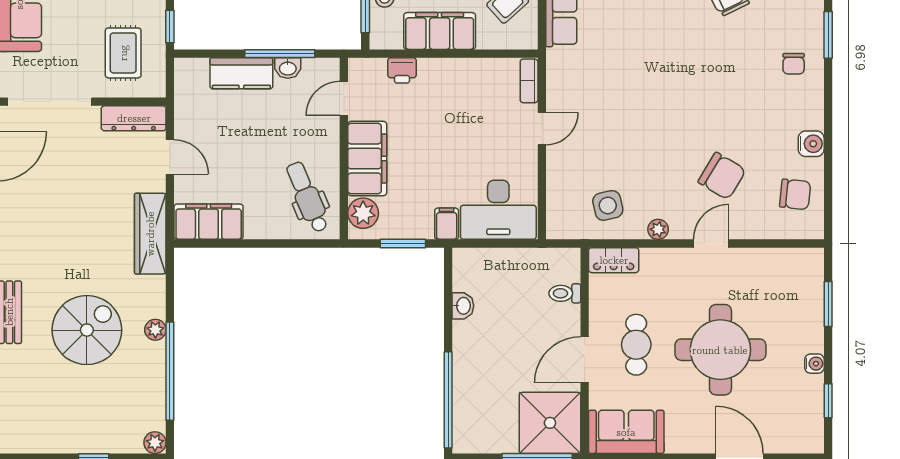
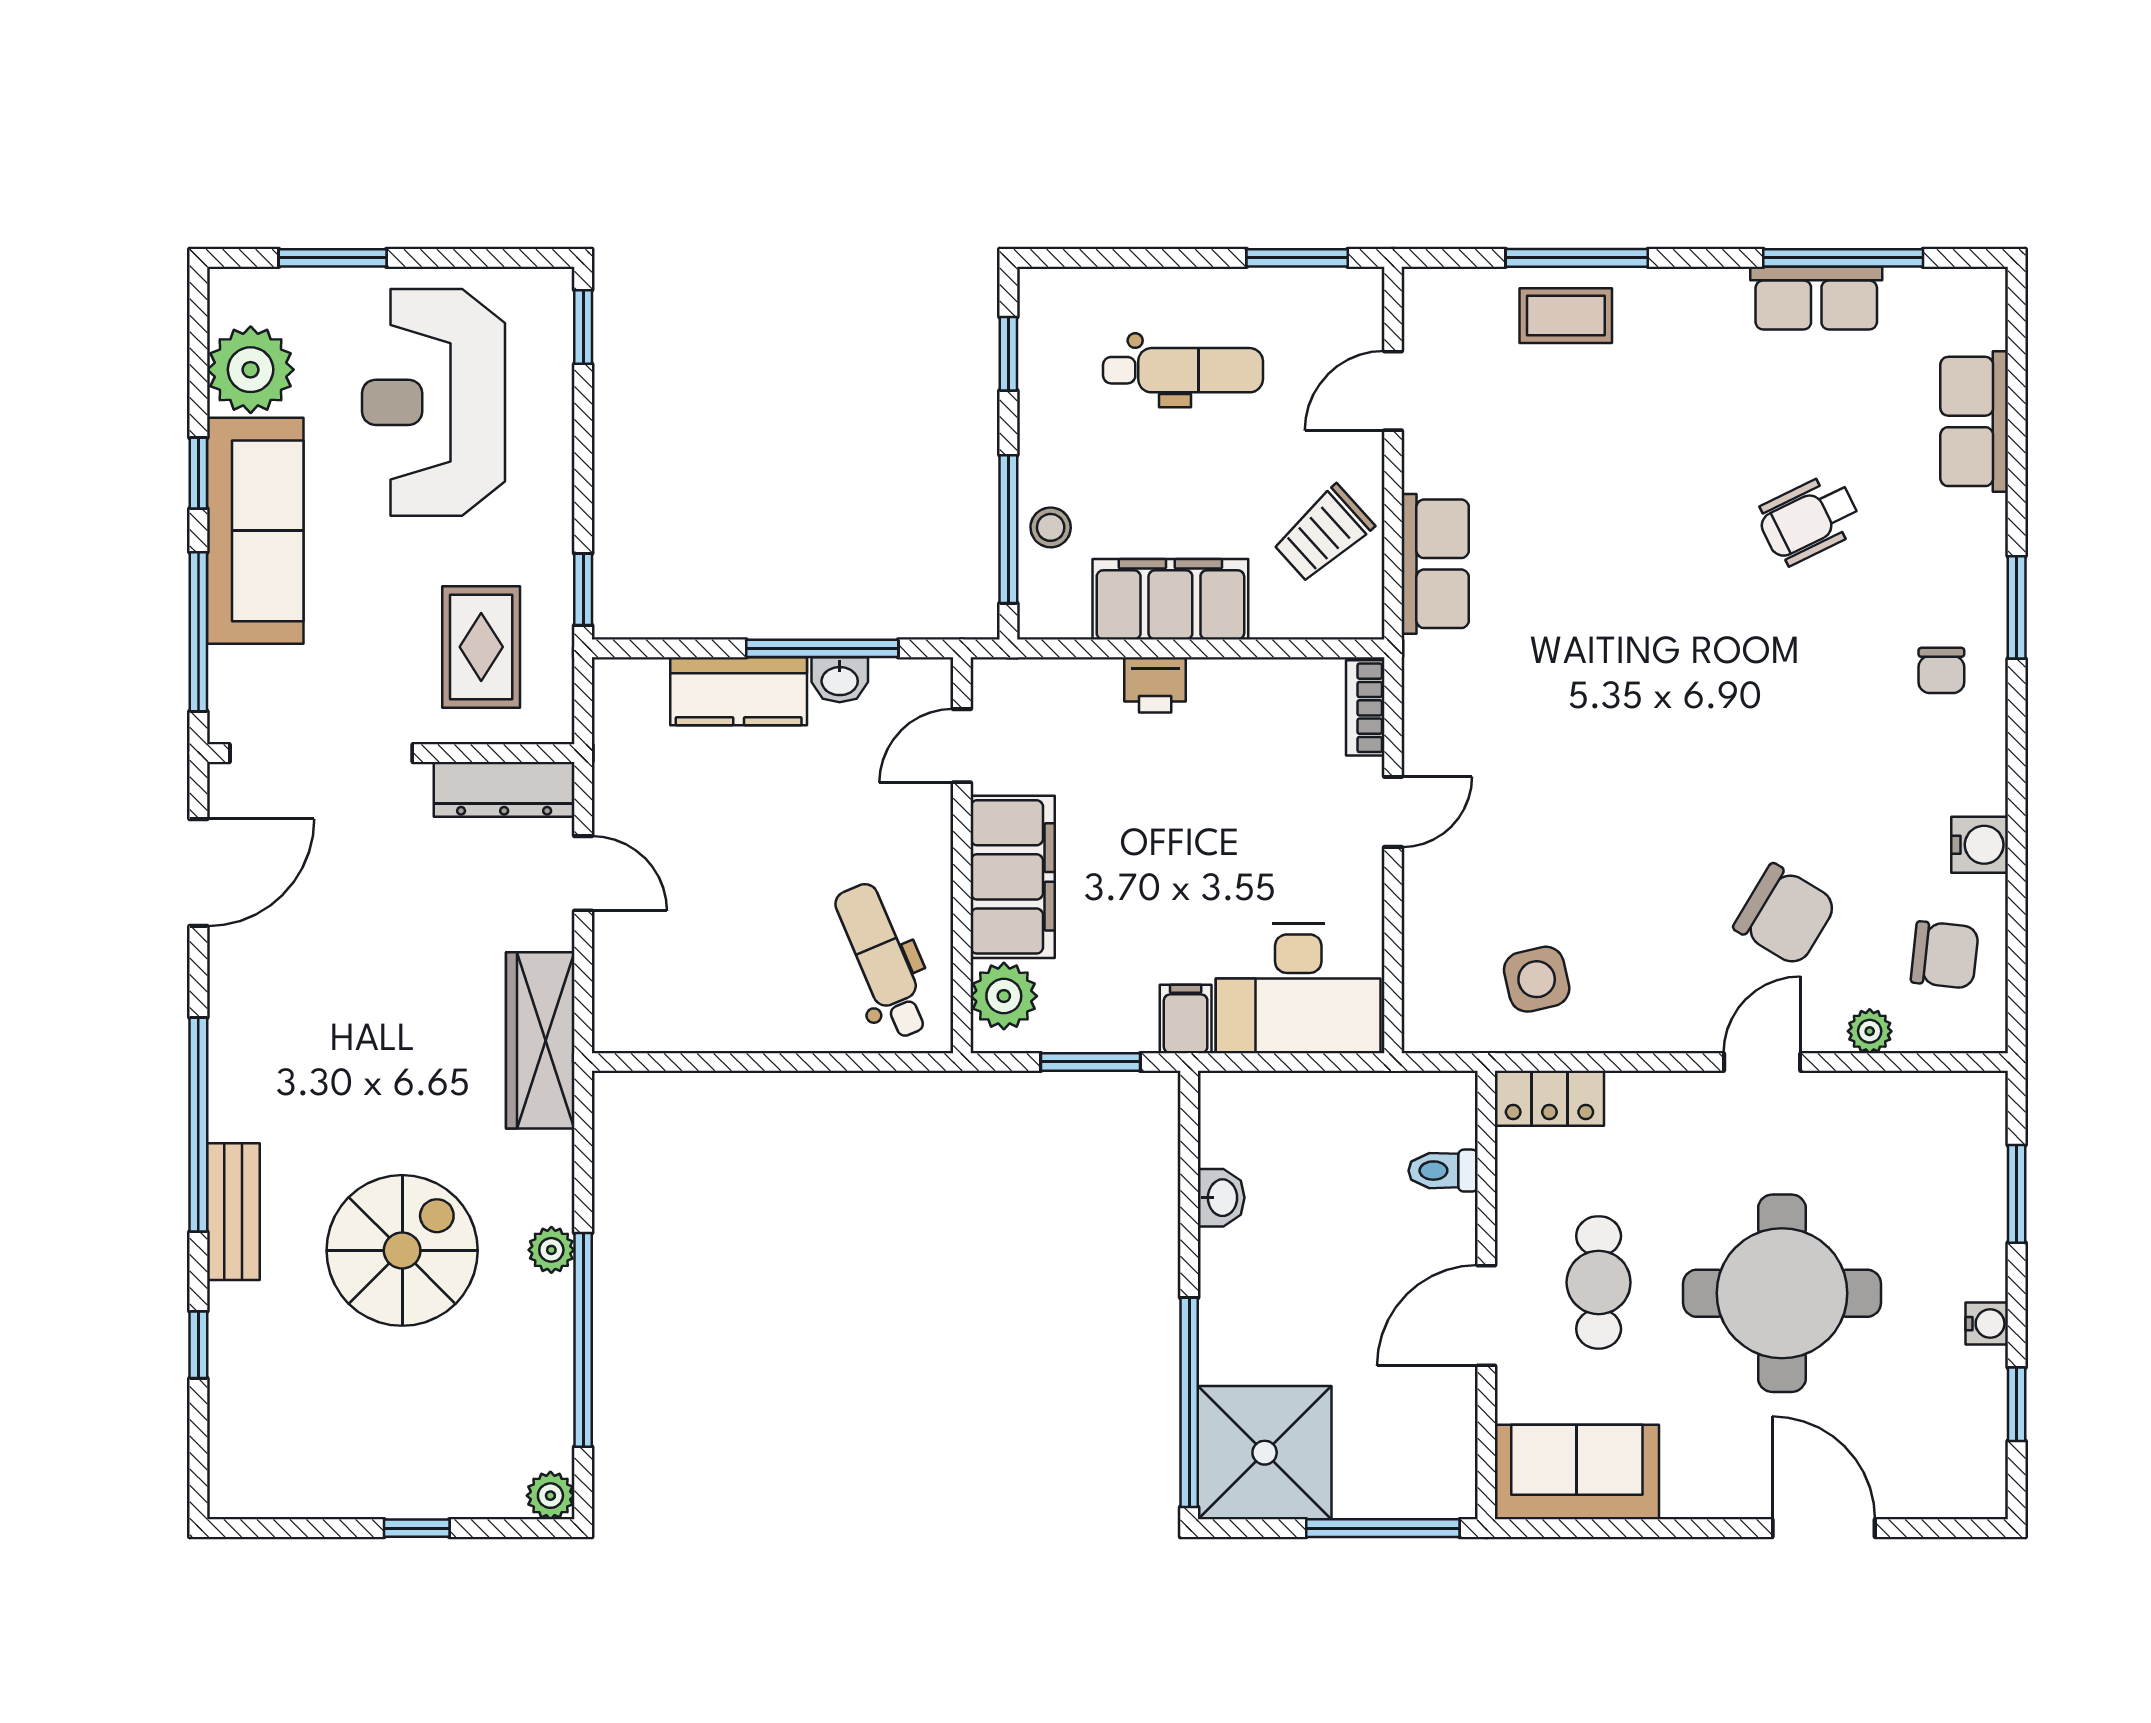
printer: (402, 70) -> (1155, 685), moved
filing cabinet: (209, 222) -> (667, 1014), removed
plant: (658, 229) -> (1870, 1031), moved
shower: (550, 423) -> (1265, 1453), moved

